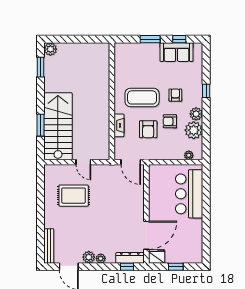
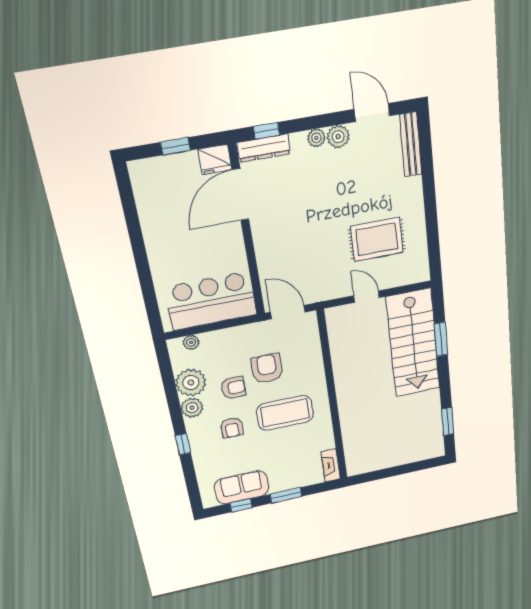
plant: (50, 49) -> (435, 449), removed
fireplace: (119, 125) -> (331, 465), moved
bar counter: (189, 194) -> (211, 301), moved, turned -90

